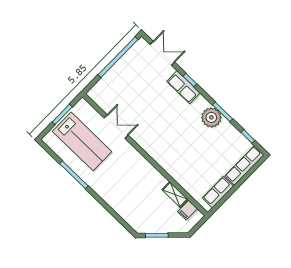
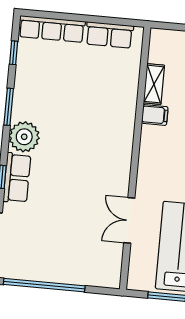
plant: (211, 117) -> (24, 137), moved
filing cabinet: (188, 210) -> (155, 115), moved

